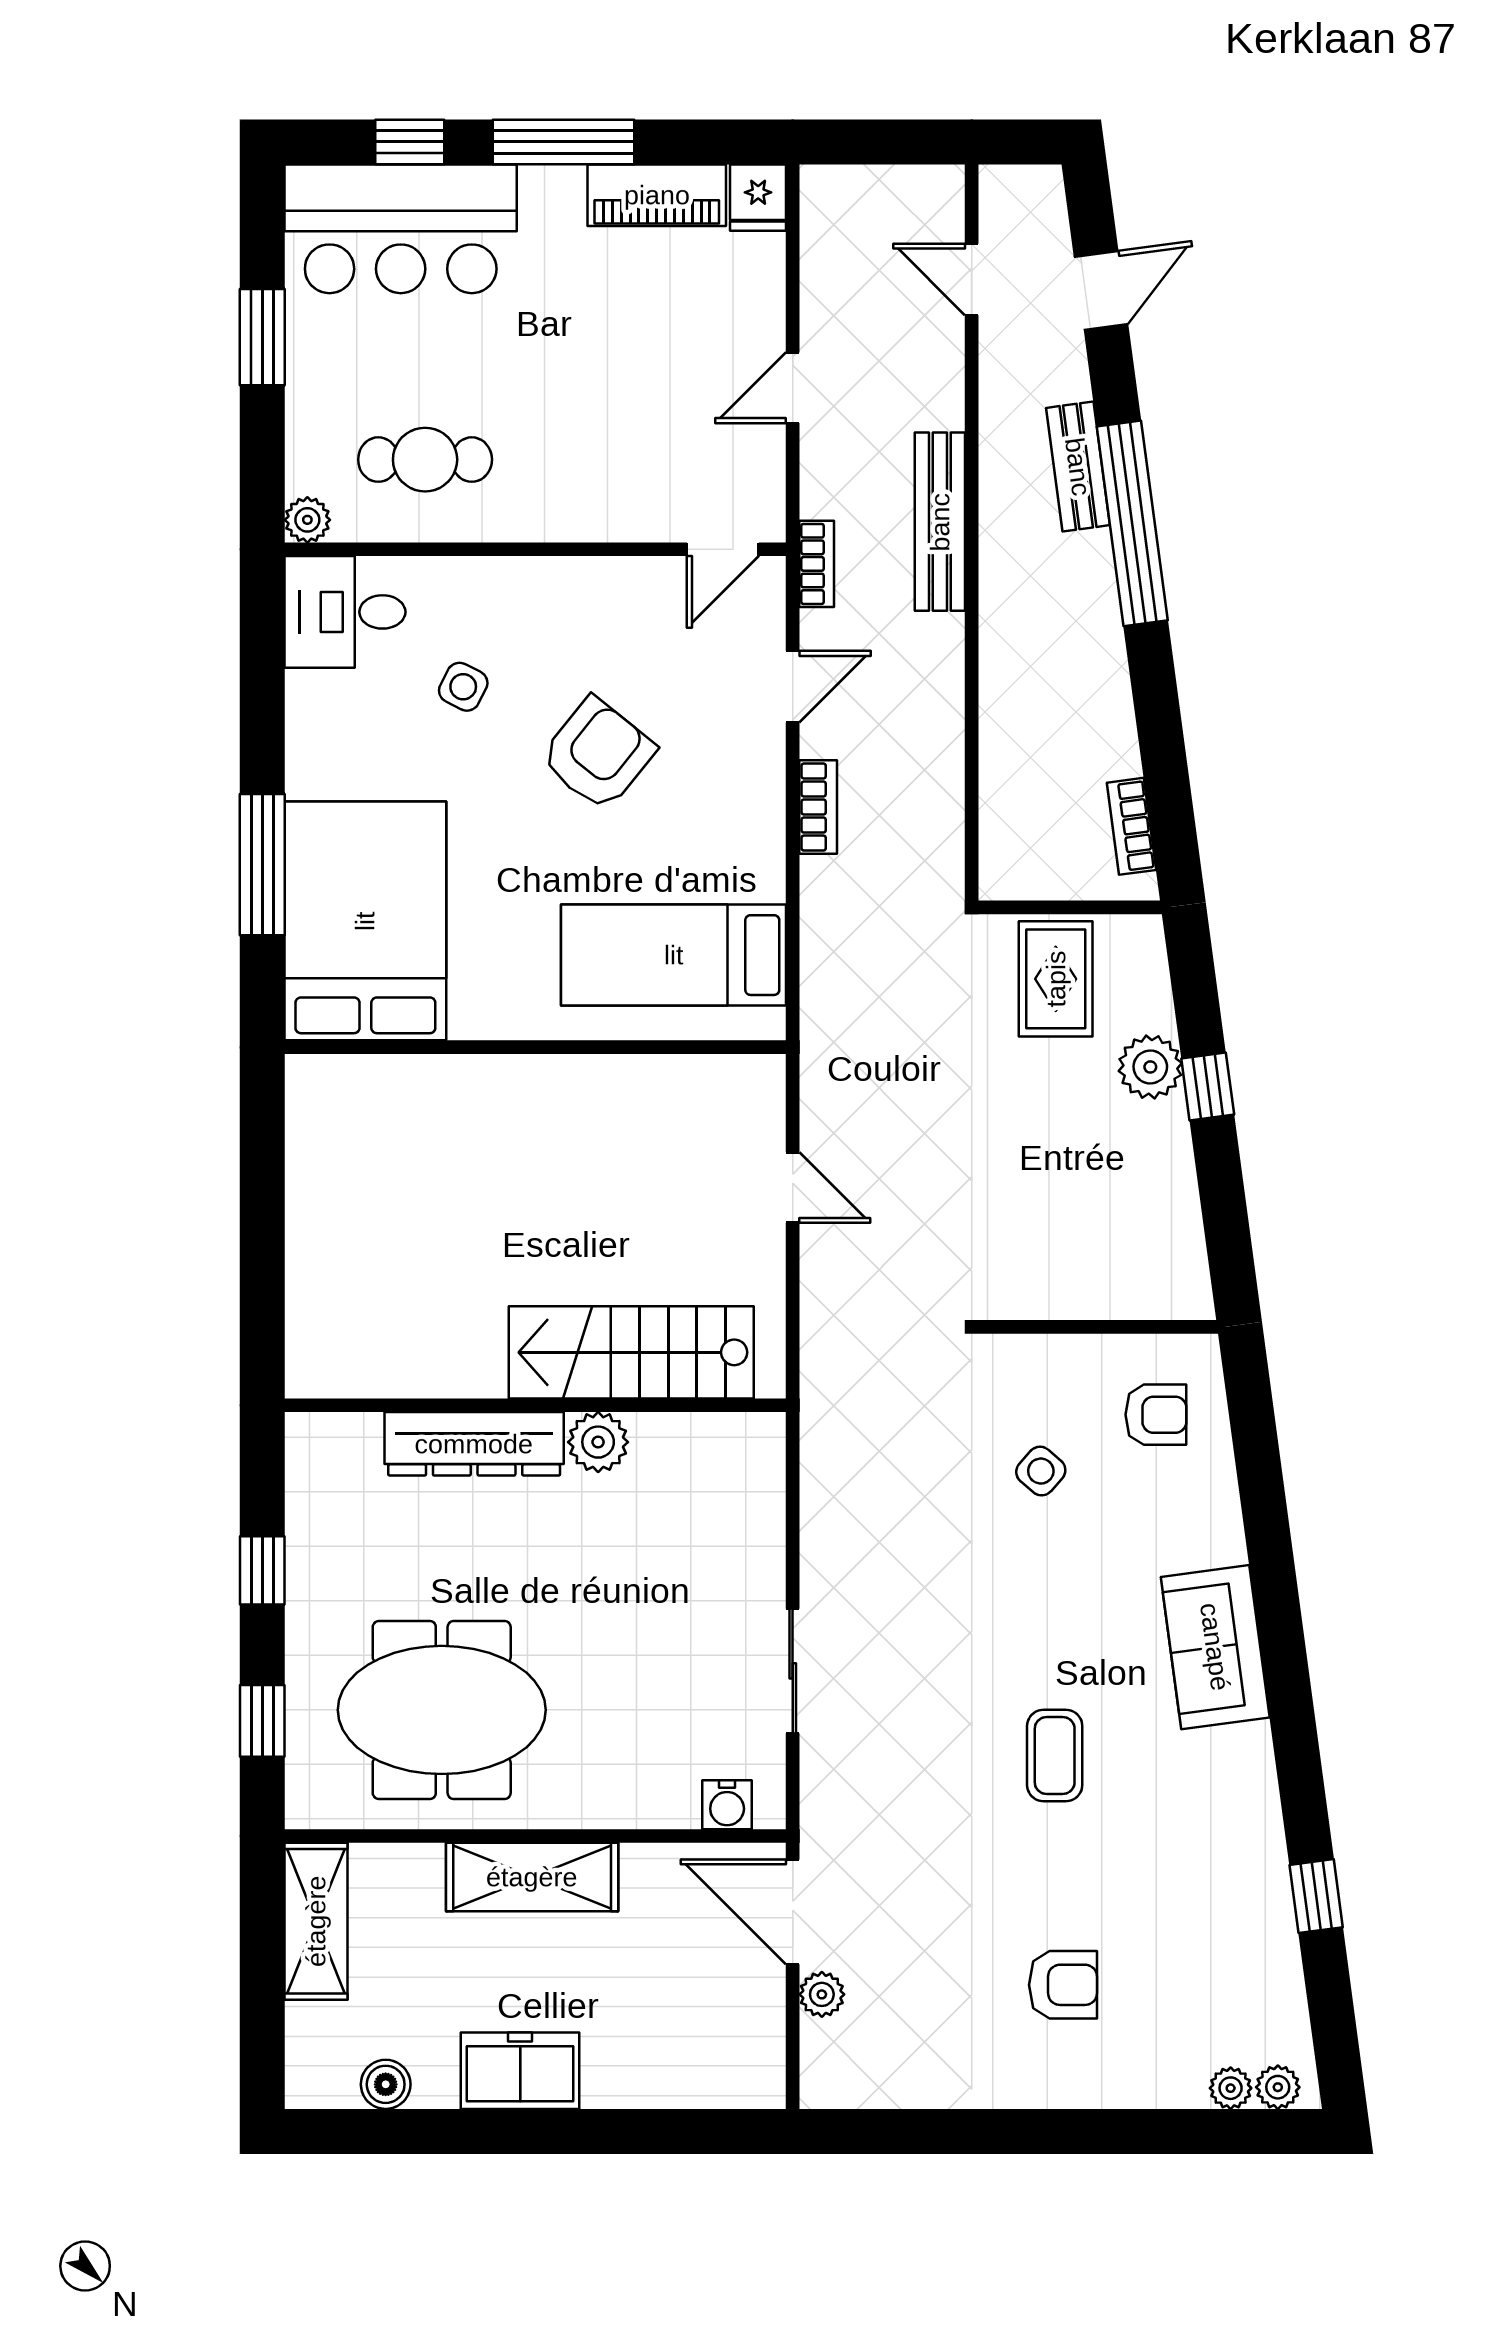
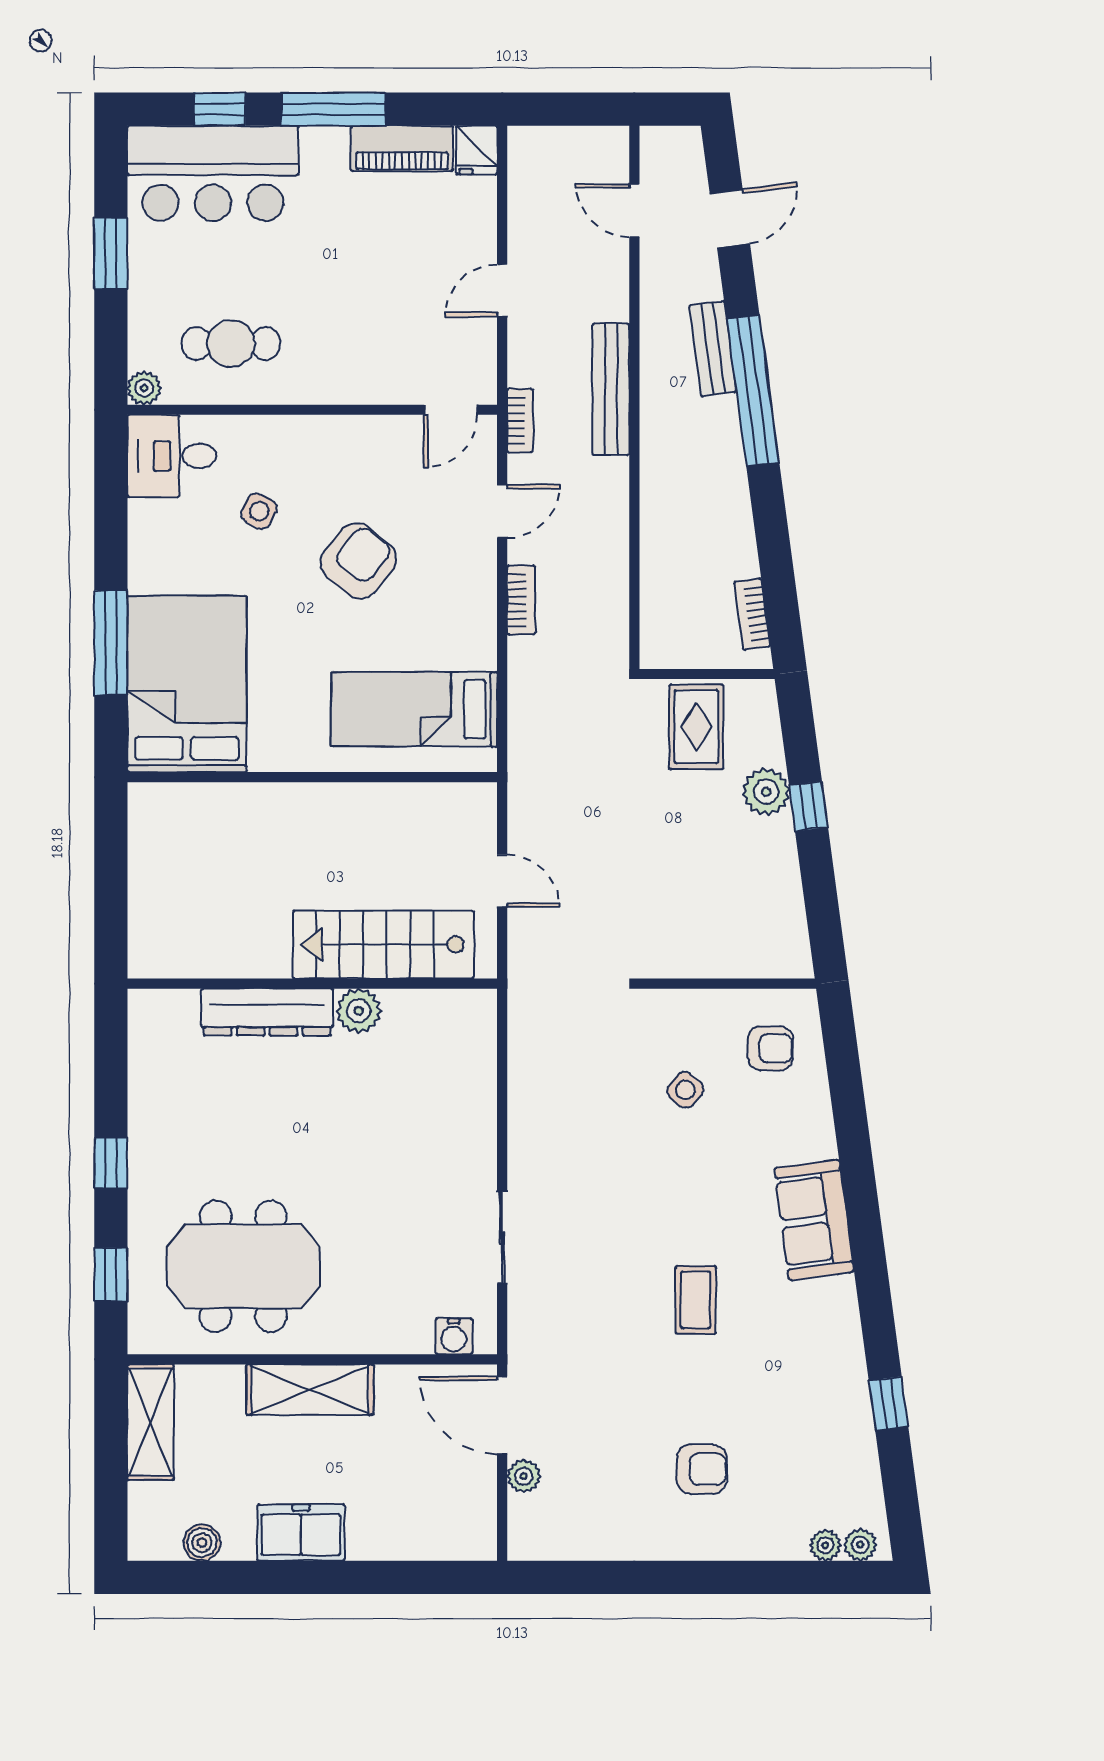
stairs: (631, 1352) -> (383, 945), moved
wall: (535, 1405) -> (312, 984), moved
plant: (598, 1442) -> (359, 1011), moved
dresser: (474, 1444) -> (267, 1012), moved

